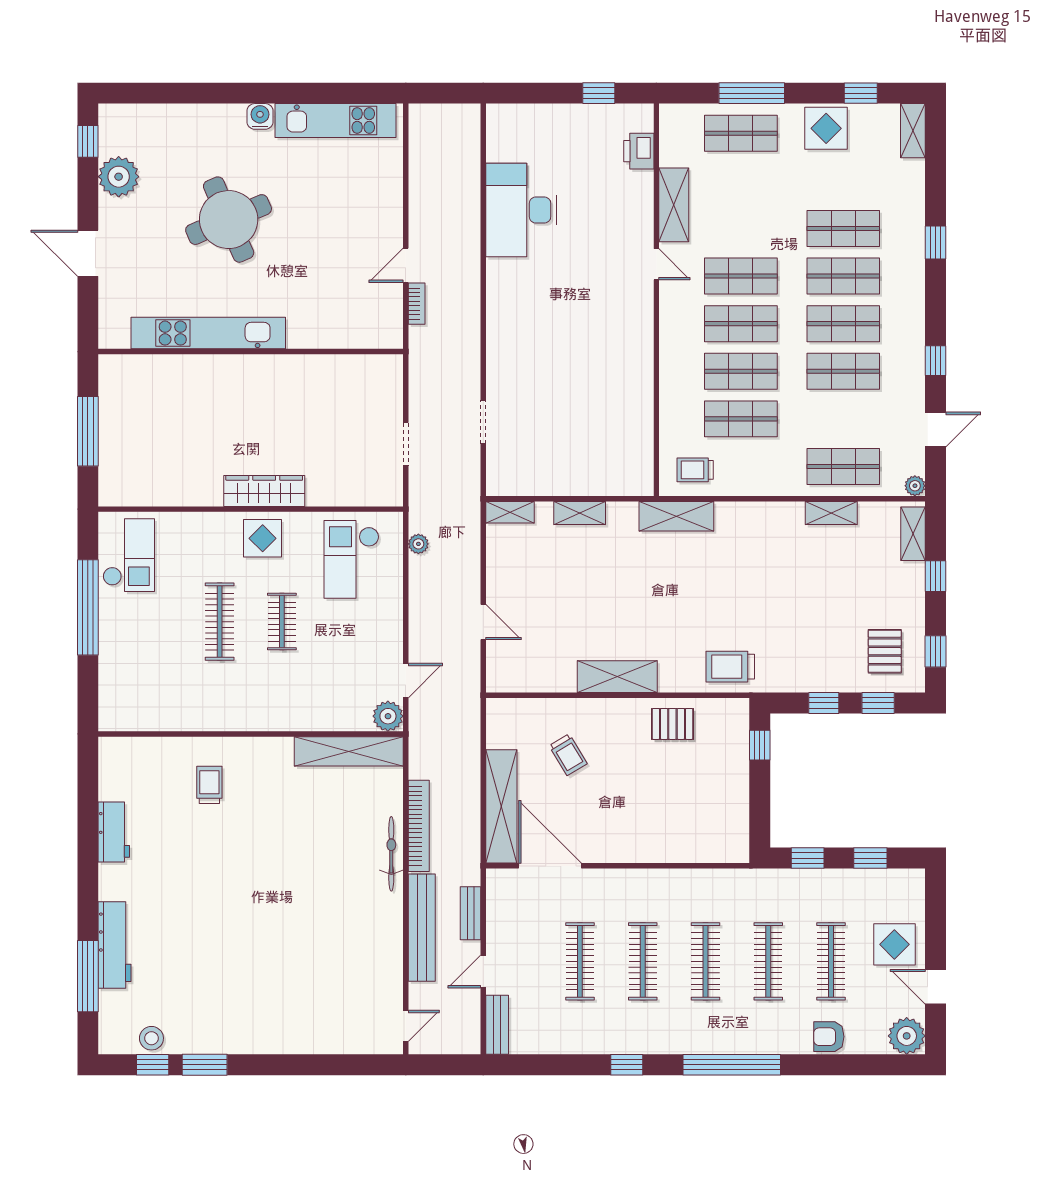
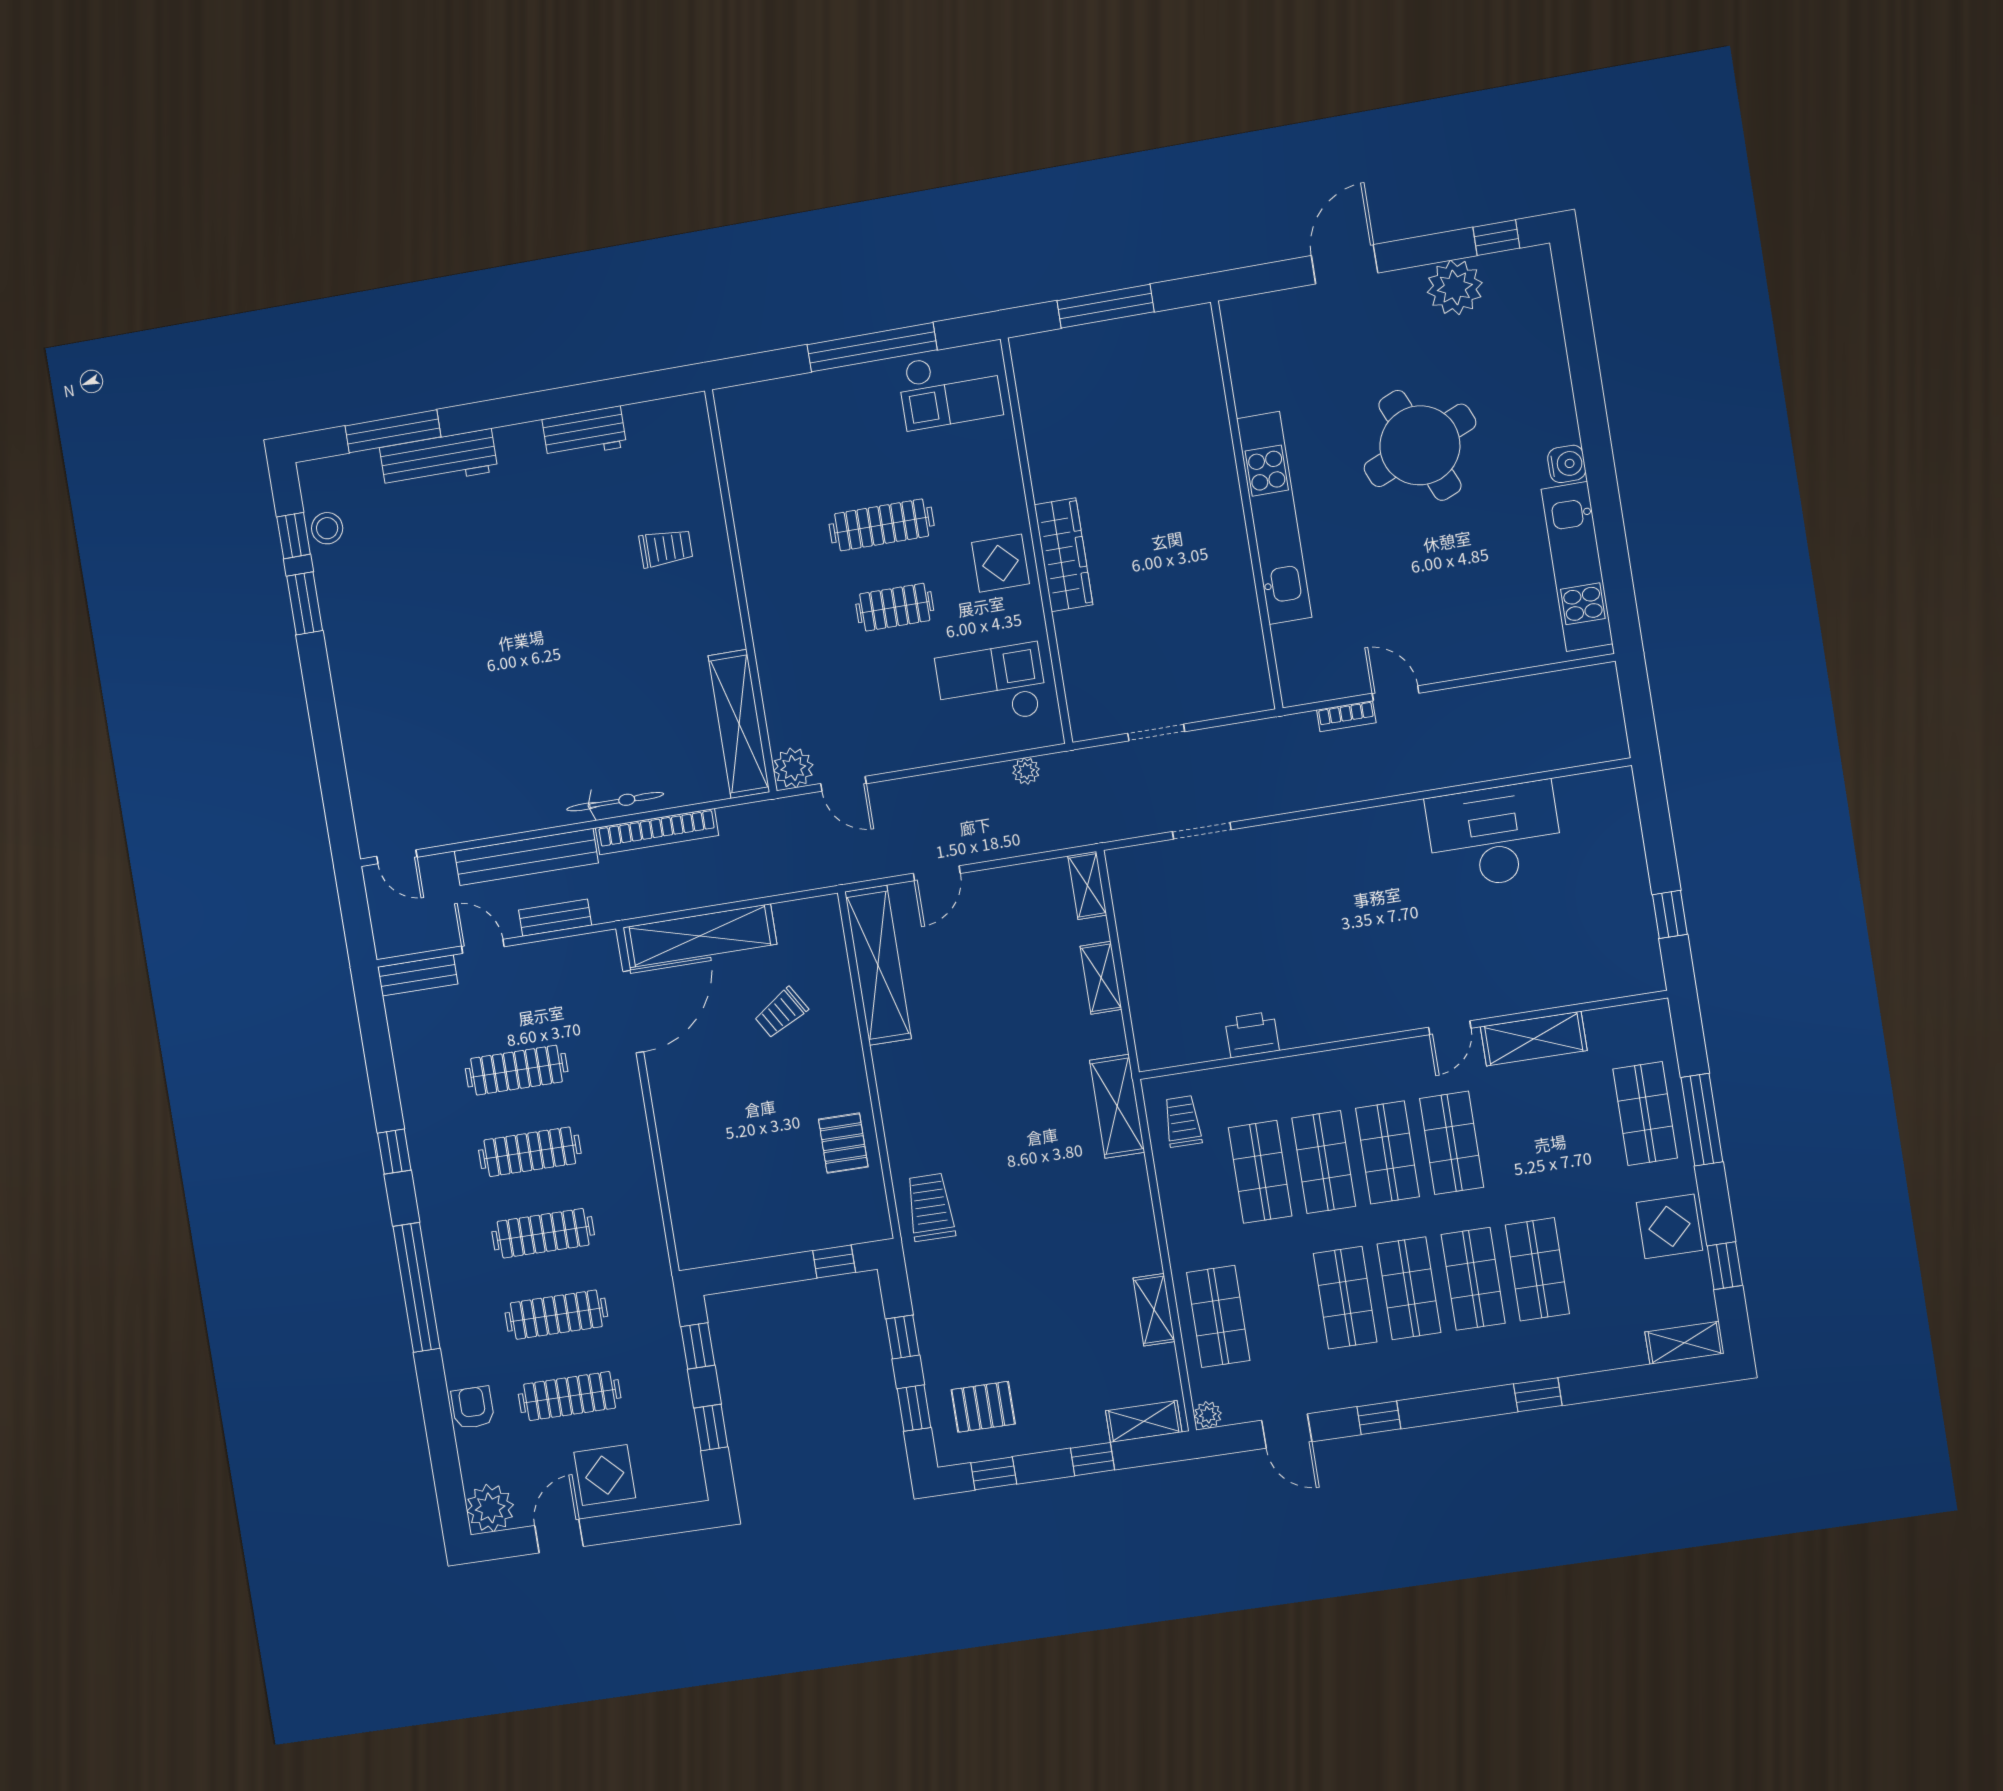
printer: (639, 151) -> (1252, 1034), moved
kitchen unit: (208, 333) -> (1274, 518), moved
shelving: (617, 677) -> (878, 965), moved, width x1.47

